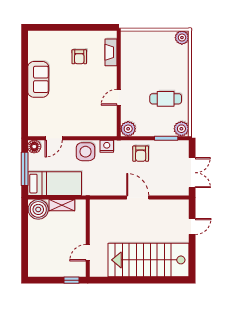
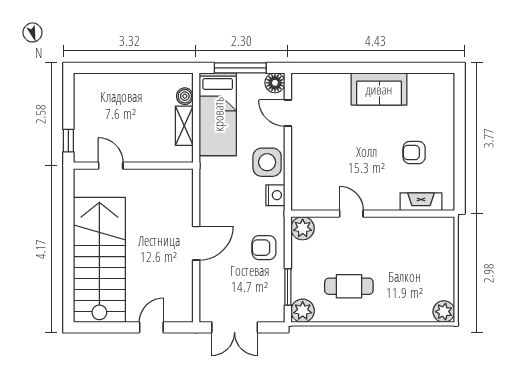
cafe table: (166, 99) -> (349, 286), turned 90
boiler: (38, 209) -> (185, 96), width x0.54, depth x0.54
door: (192, 226) -> (151, 327), swing flipped

